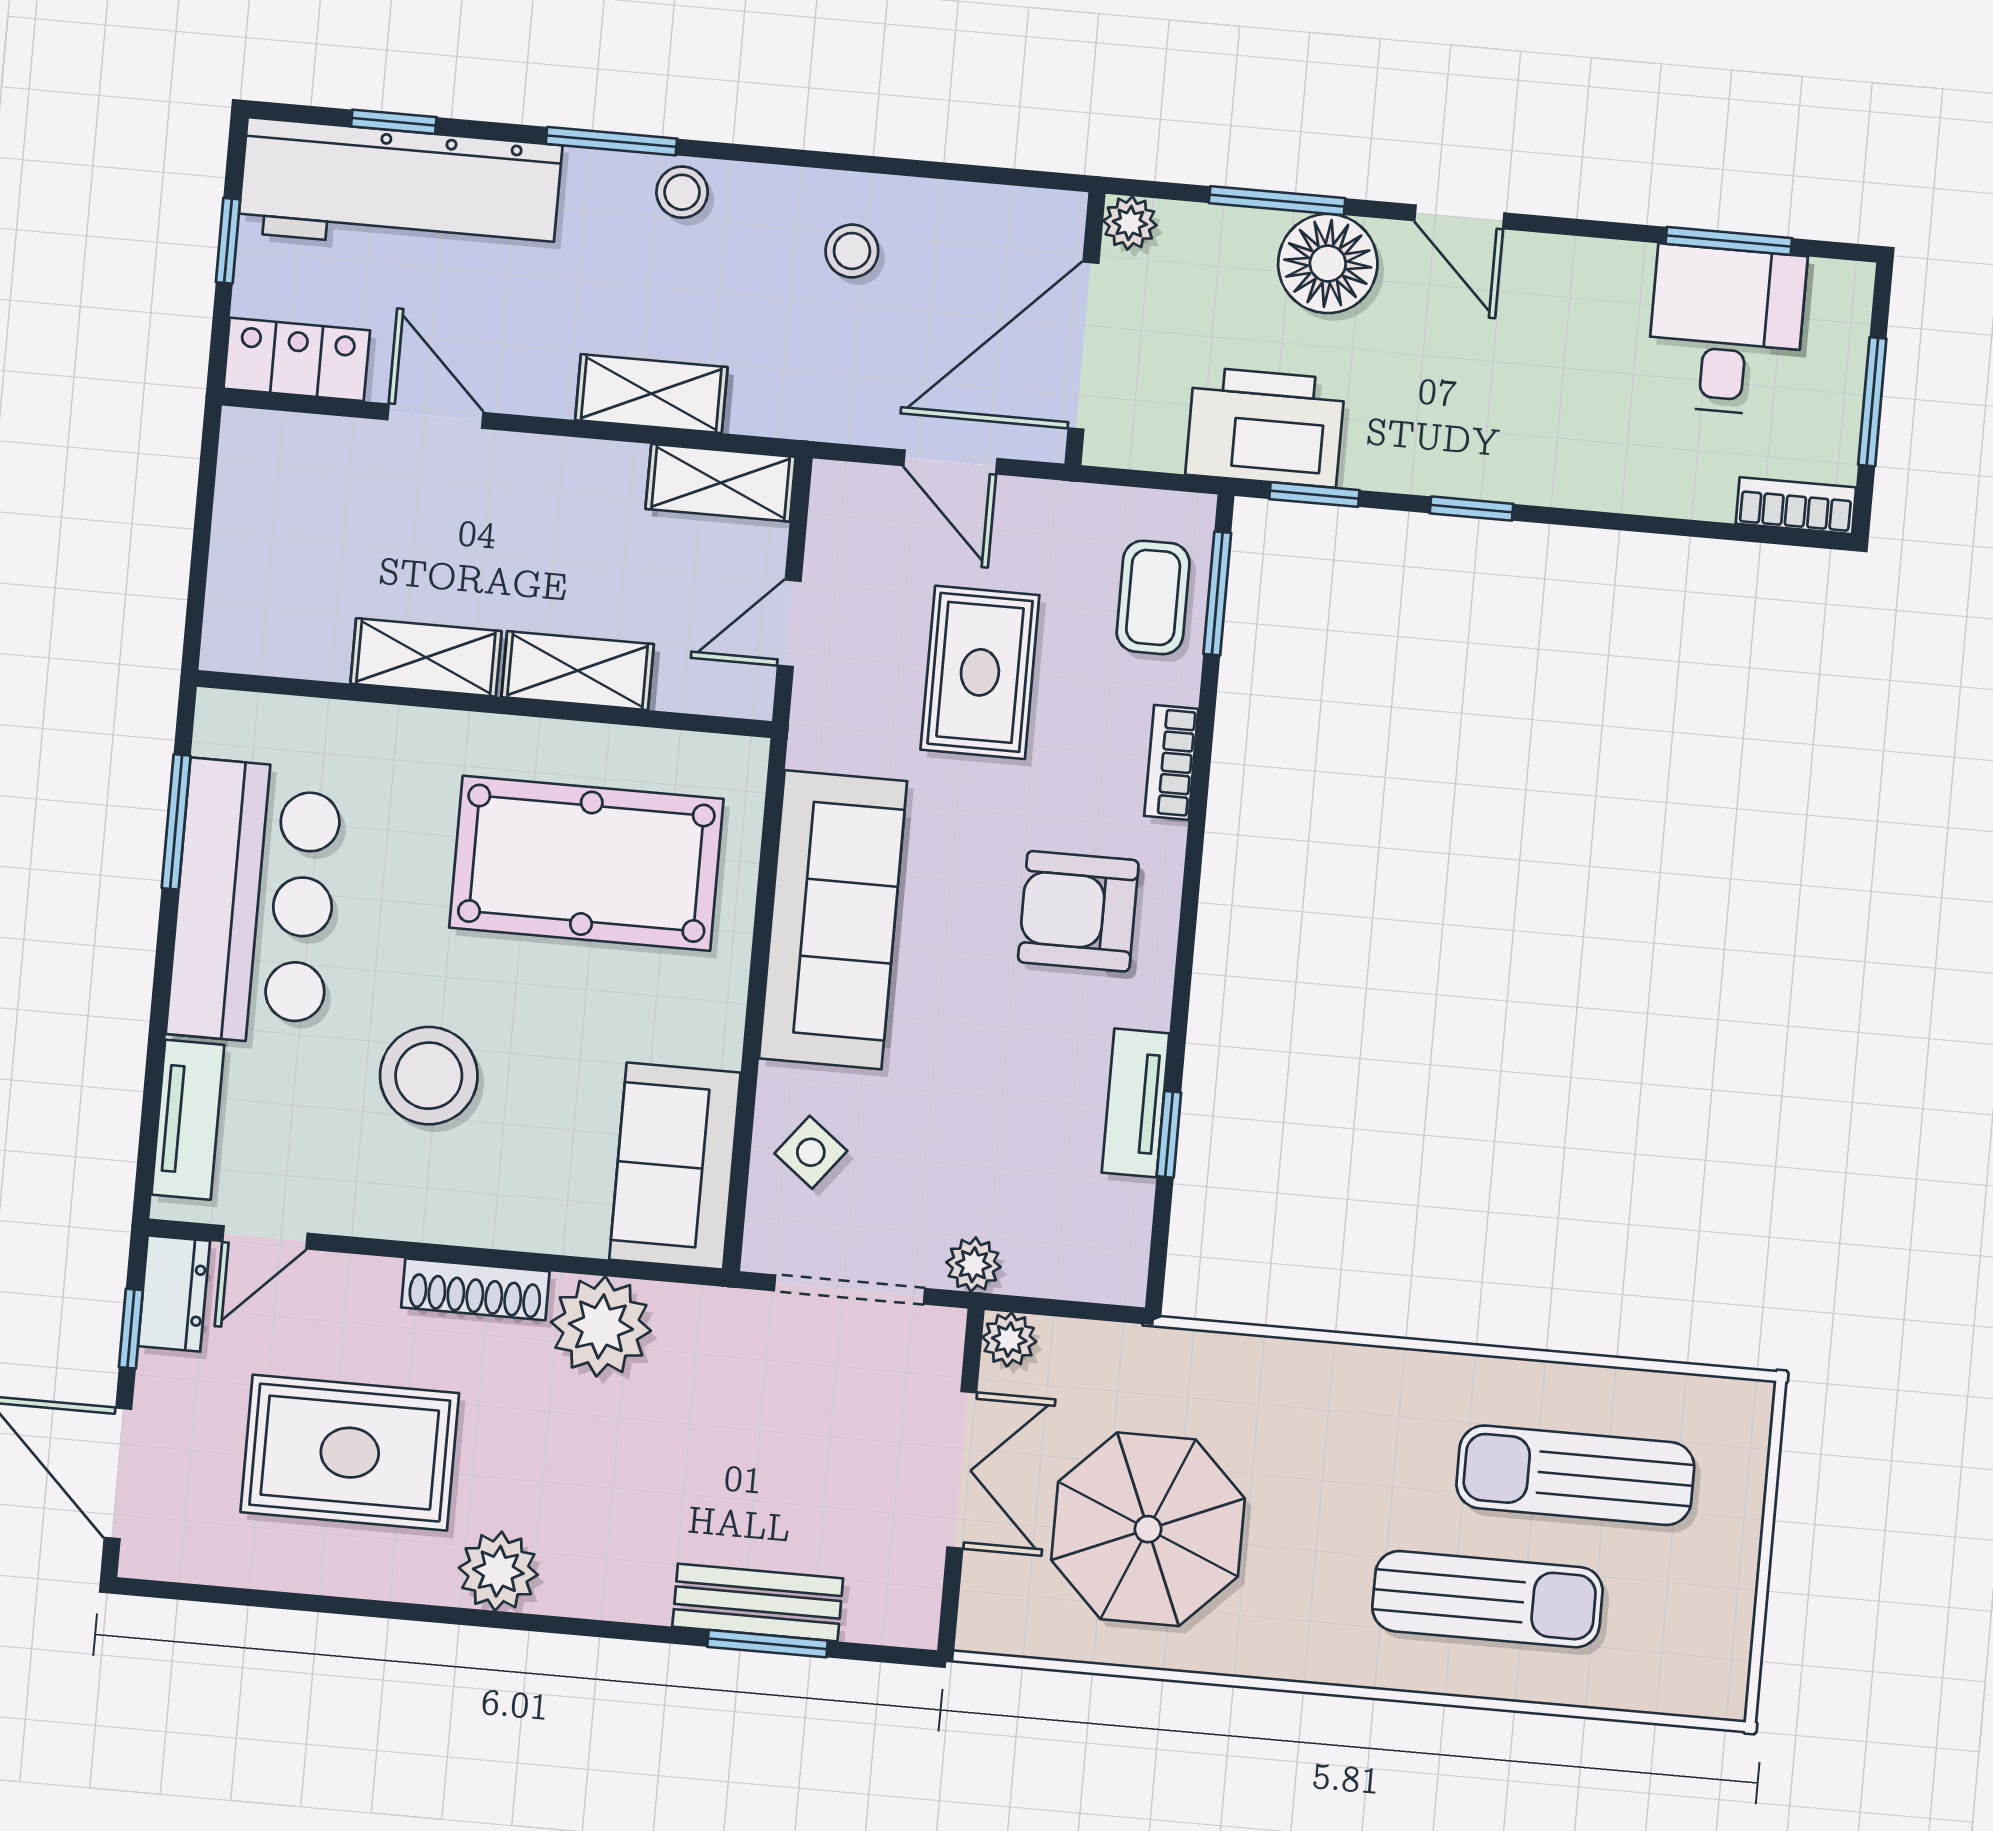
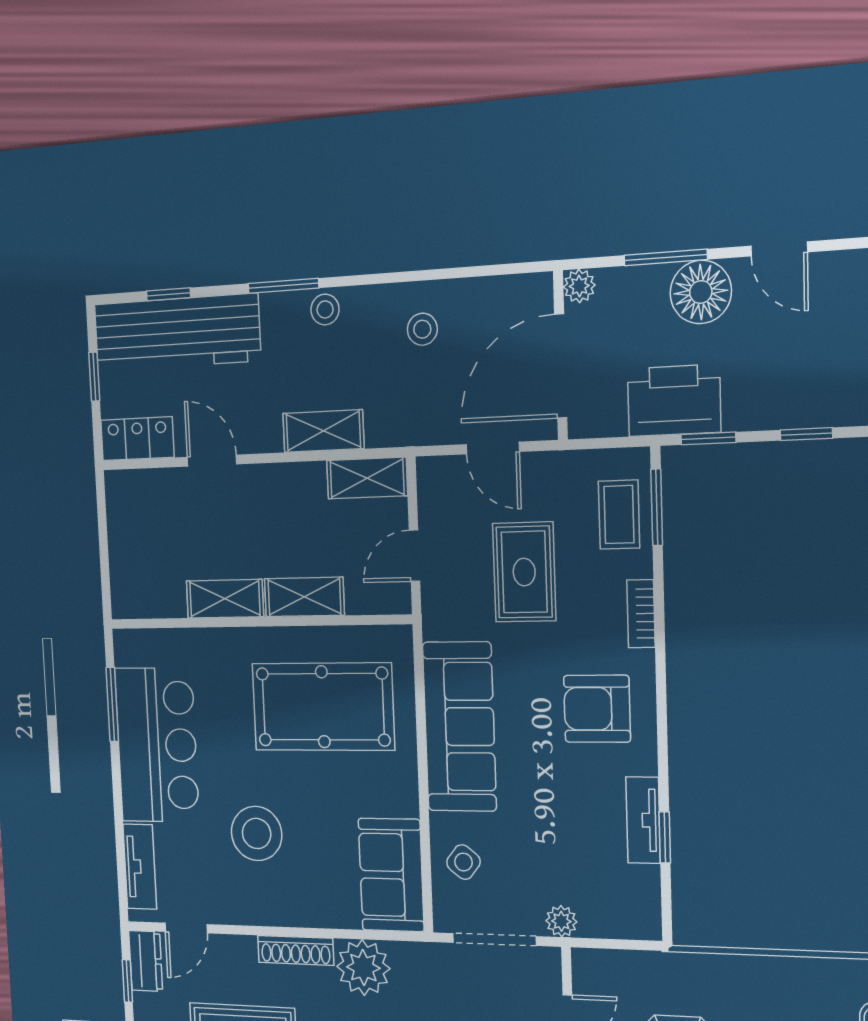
plant: (1009, 1340) -> (587, 964), removed

